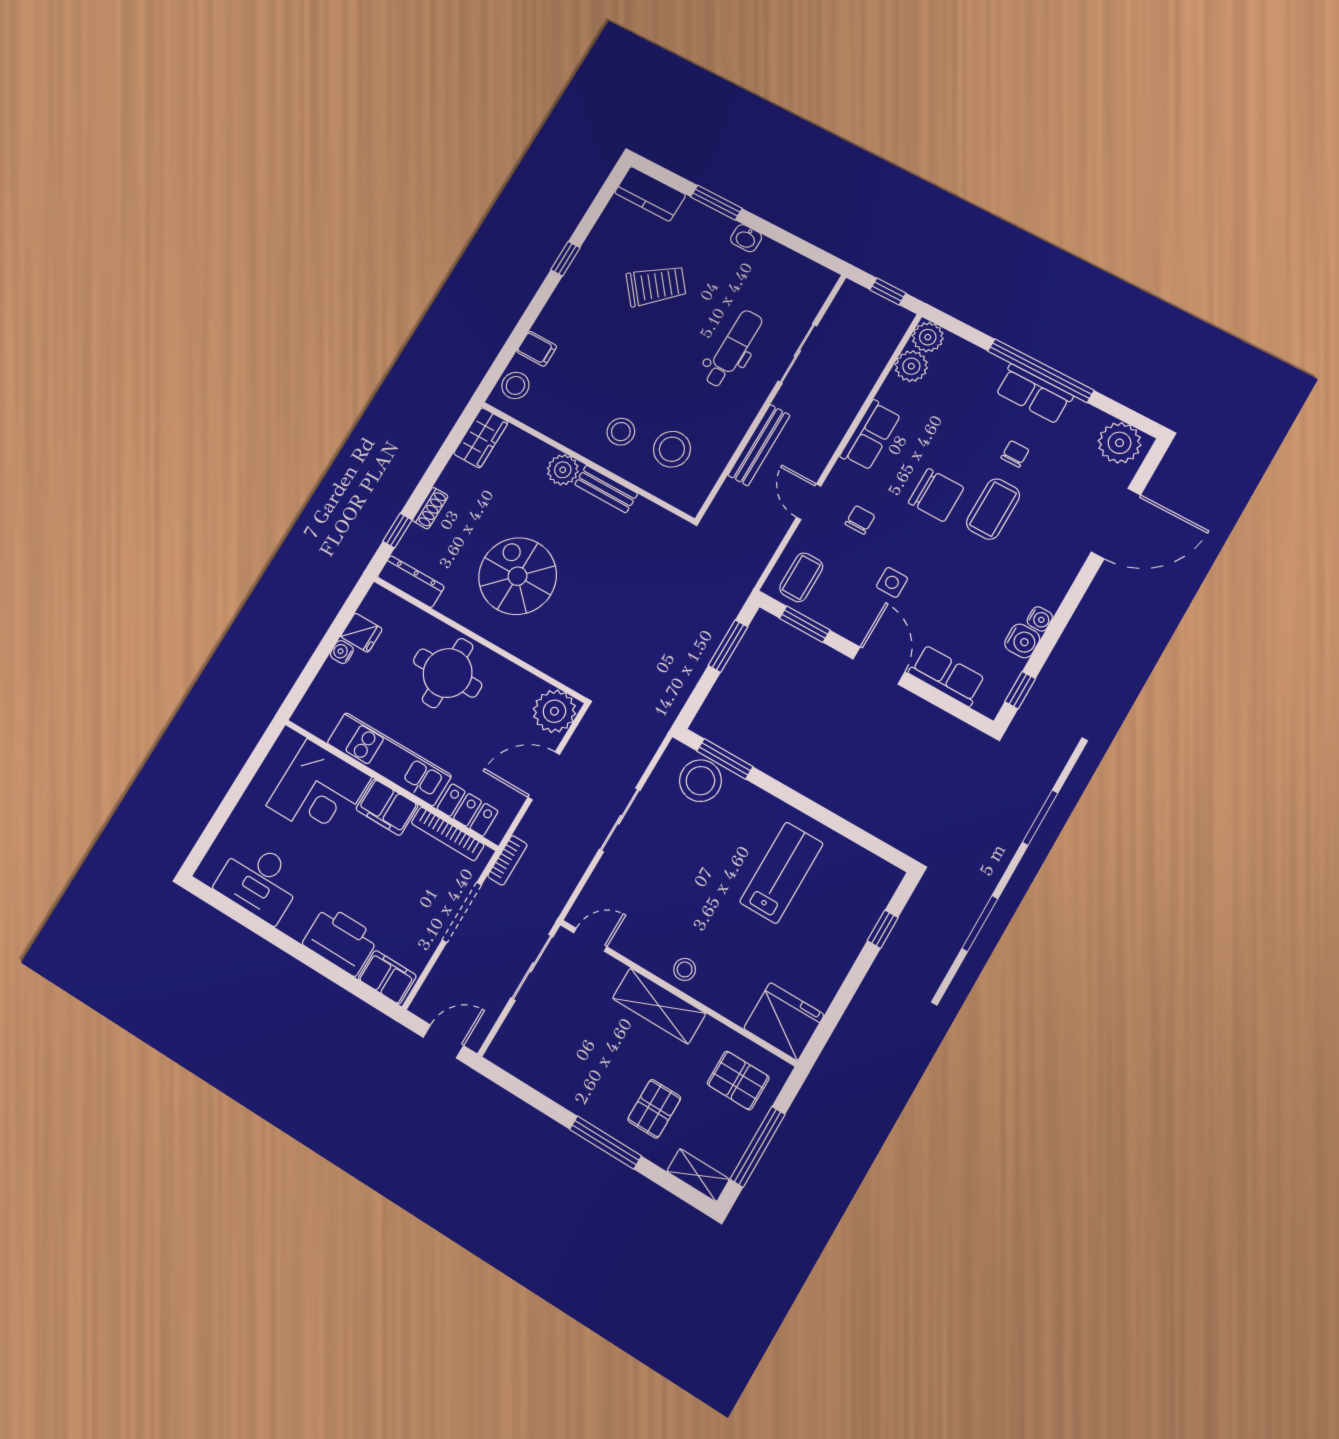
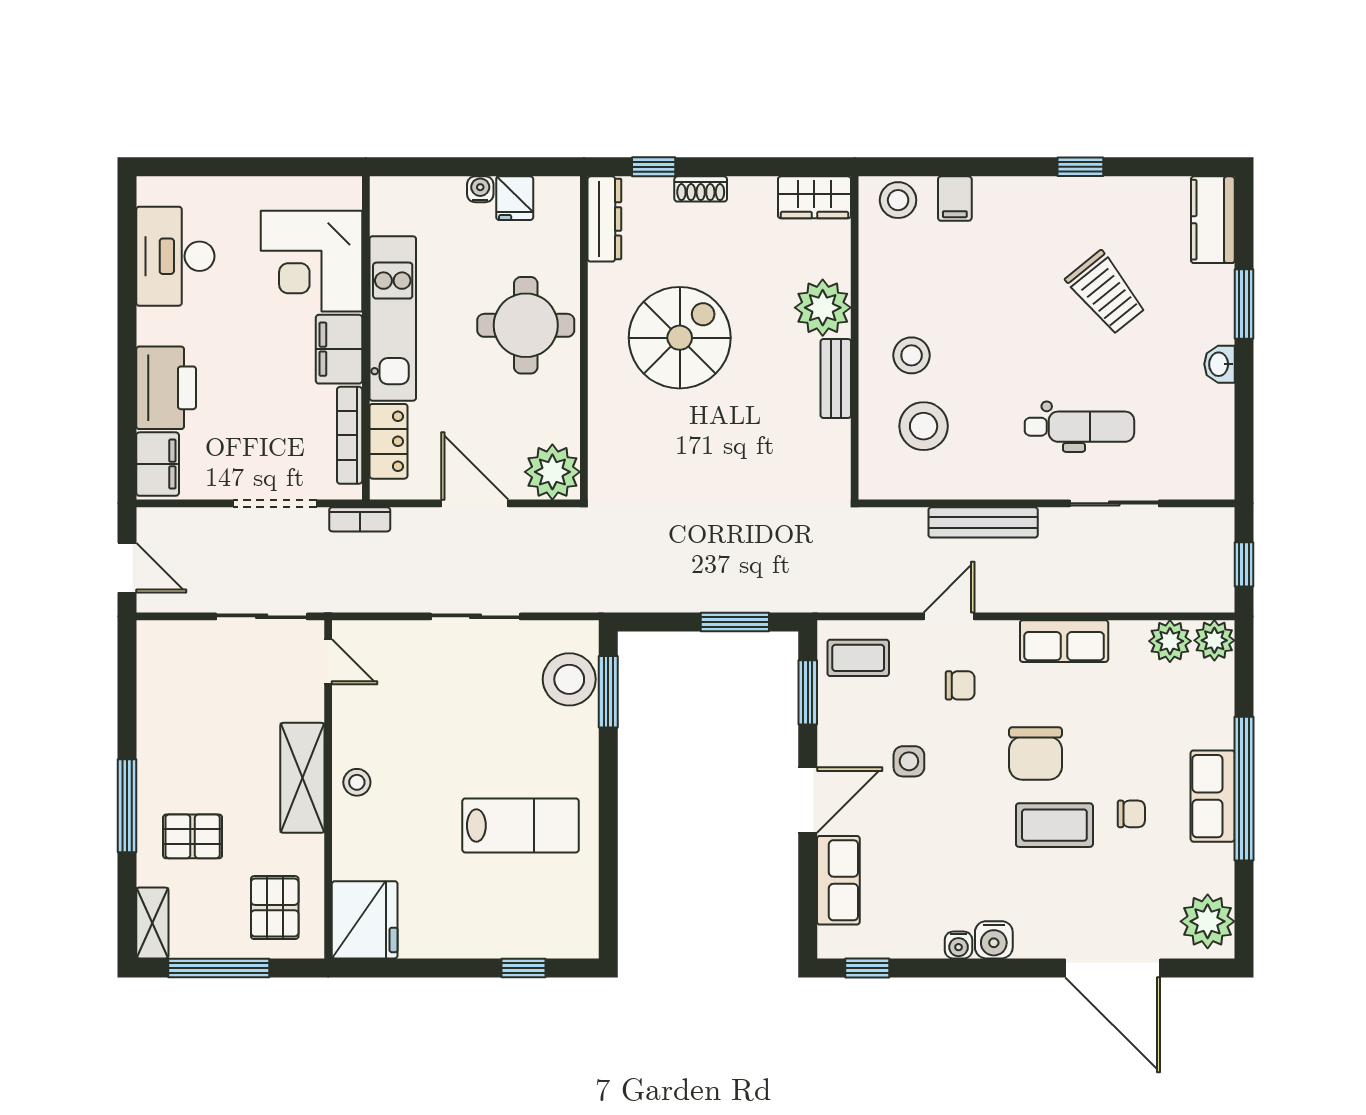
plant: (563, 470) -> (823, 308), width x1.36, depth x1.36
water cooler: (1022, 641) -> (994, 940), moved

